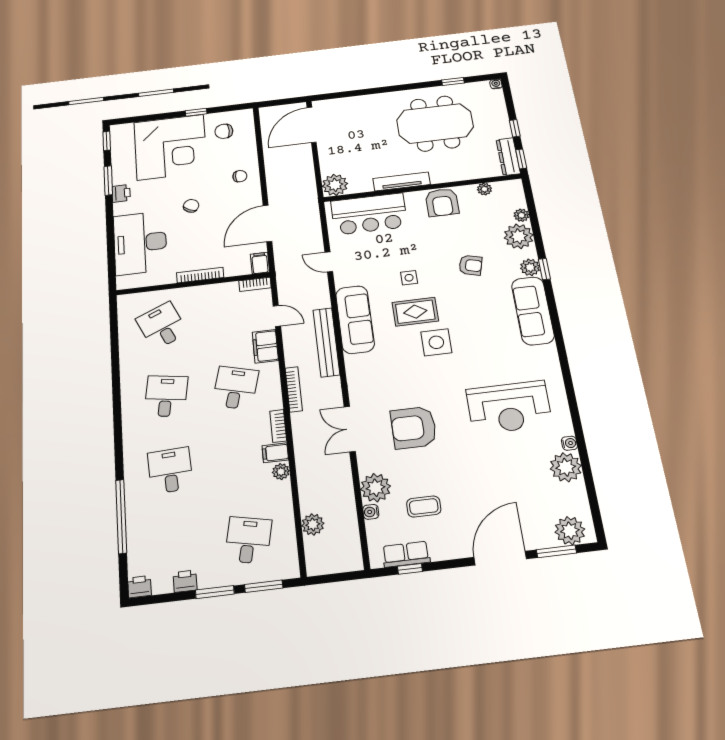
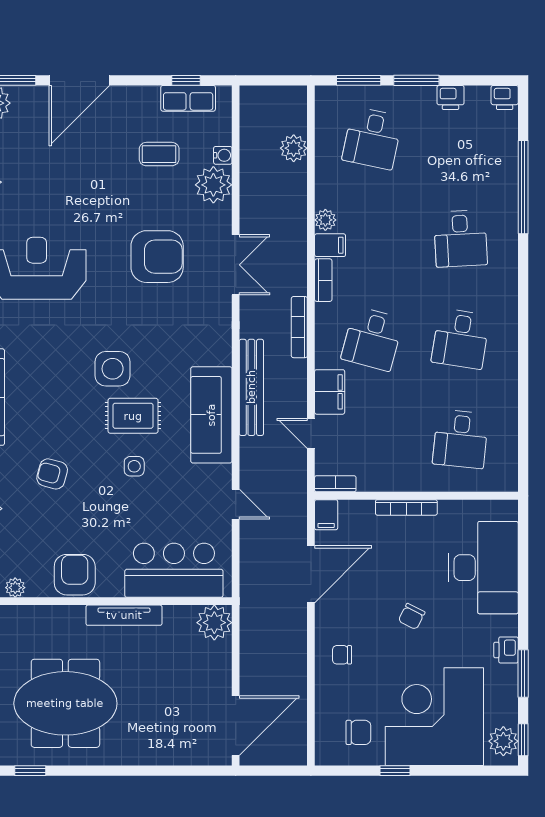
plant: (121, 138) -> (503, 741), added
desk: (162, 326) -> (461, 439), turned 30

